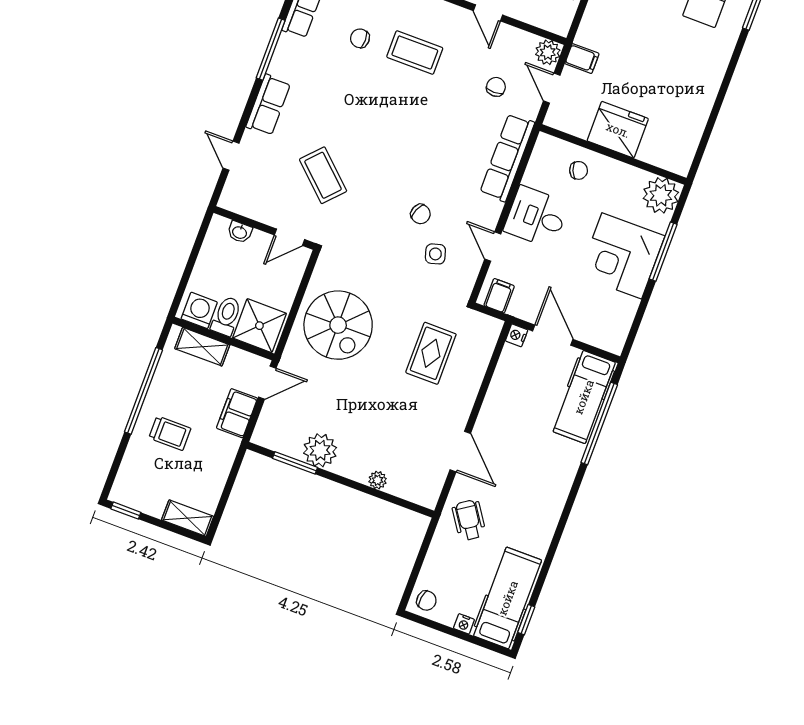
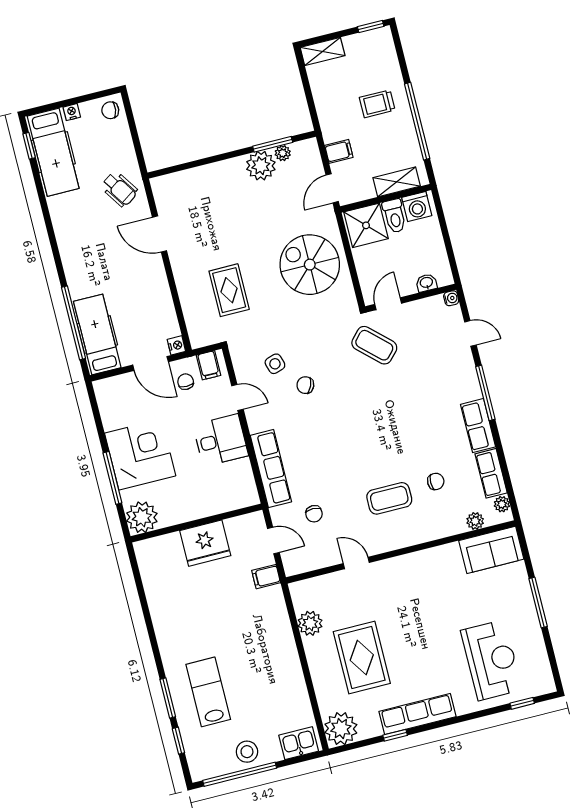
window: (271, 49) -> (485, 393), moved
plant: (548, 52) -> (294, 564), removed
row of seats: (268, 105) -> (478, 426), moved
chair: (579, 170) -> (186, 382), moved, turned 112
coffee table: (323, 175) -> (374, 345), moved
water cooler: (226, 201) -> (451, 298), added
filing cabinet: (237, 413) -> (339, 151), width x0.50
plant: (378, 480) -> (283, 153), moved

